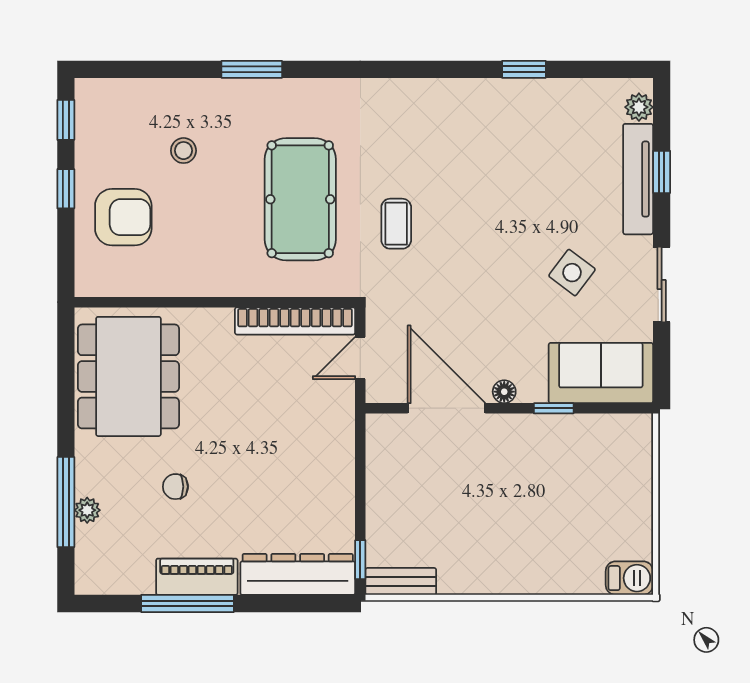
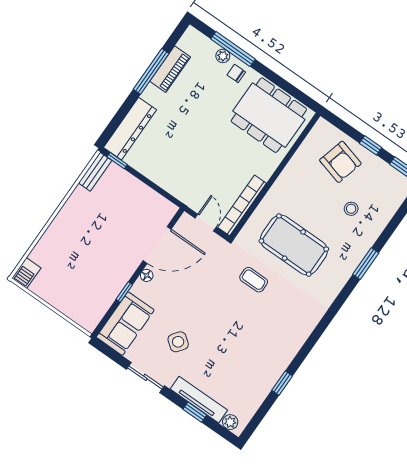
armchair: (123, 217) -> (340, 162), turned -75
chair: (175, 487) -> (236, 73), moved, turned -90
piano: (197, 577) -> (170, 69), moved

